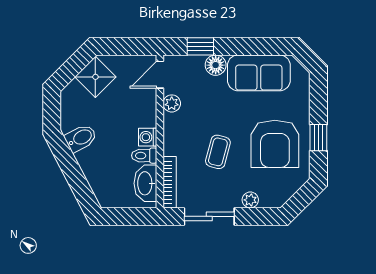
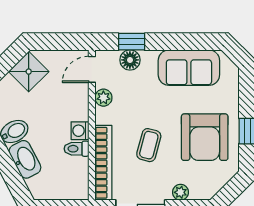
floor lamp: (216, 65) -> (130, 60), moved
bookcase: (170, 182) -> (103, 163), width x1.48, depth x1.31
washbasin: (145, 183) -> (25, 159), moved, turned 152

